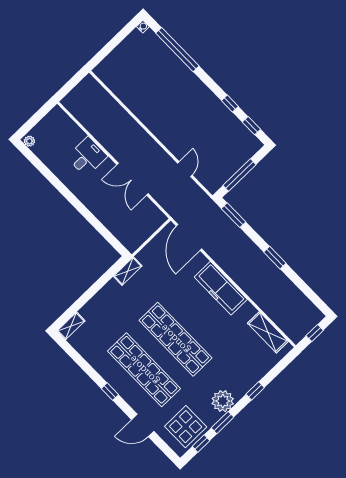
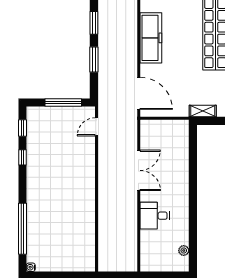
plant: (29, 141) -> (184, 251), moved
door: (185, 169) -> (96, 127), moved
window: (234, 215) -> (94, 60), moved
door: (189, 237) -> (139, 93), hinge flipped

